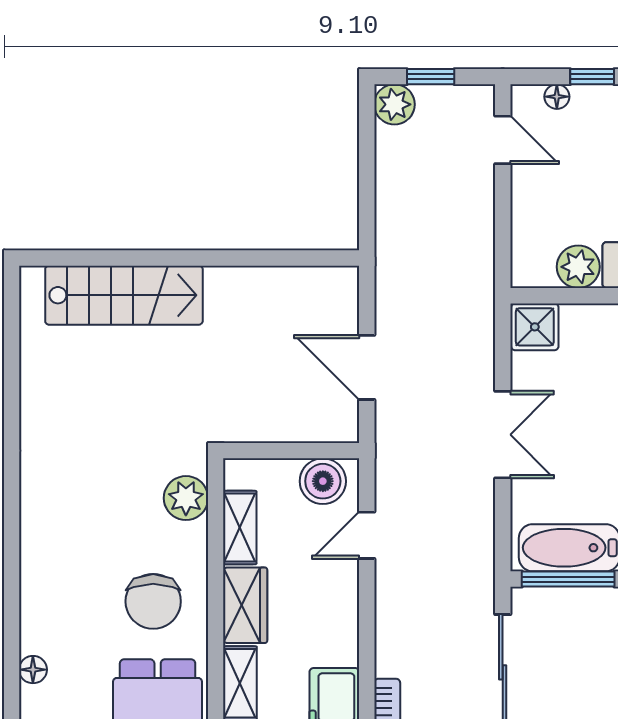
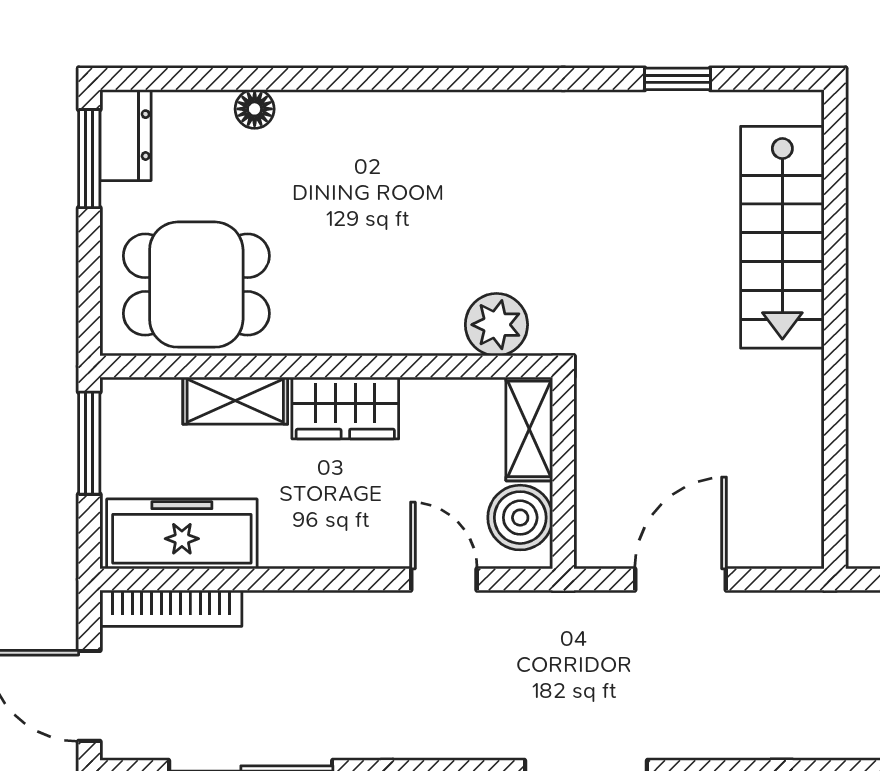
window: (12, 370) -> (678, 79), added
shelving: (240, 528) -> (529, 429), moved, turned 90
chair: (153, 601) -> (351, 278), removed

